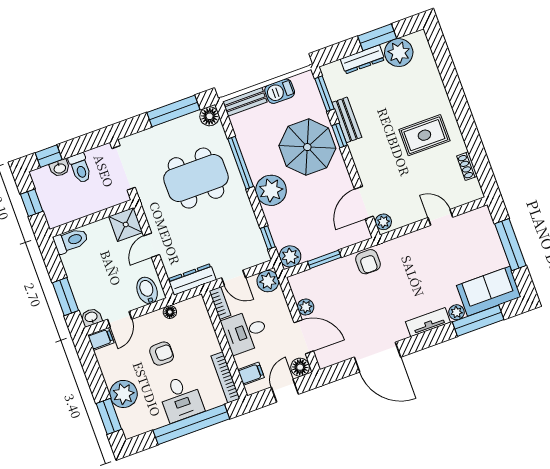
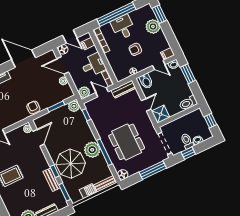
window: (173, 111) -> (153, 170), moved
window: (49, 156) -> (188, 153), moved
dining table: (196, 178) -> (127, 142), turned 90
plant: (271, 190) -> (92, 150), moved
door: (120, 319) -> (159, 65), swing flipped
door: (285, 391) -> (70, 37), hinge flipped

